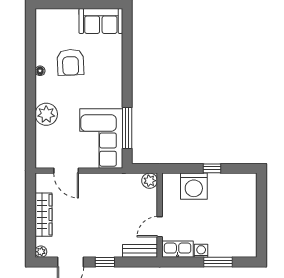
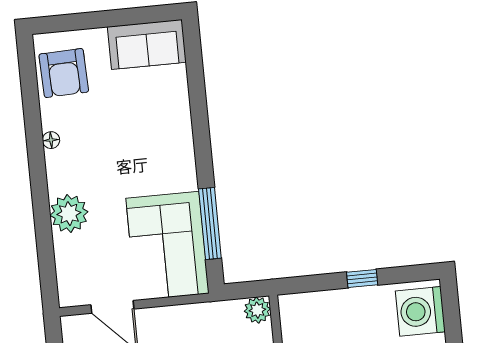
armchair: (70, 62) -> (64, 73), moved
washing machine: (194, 186) -> (420, 311), moved, turned 90

